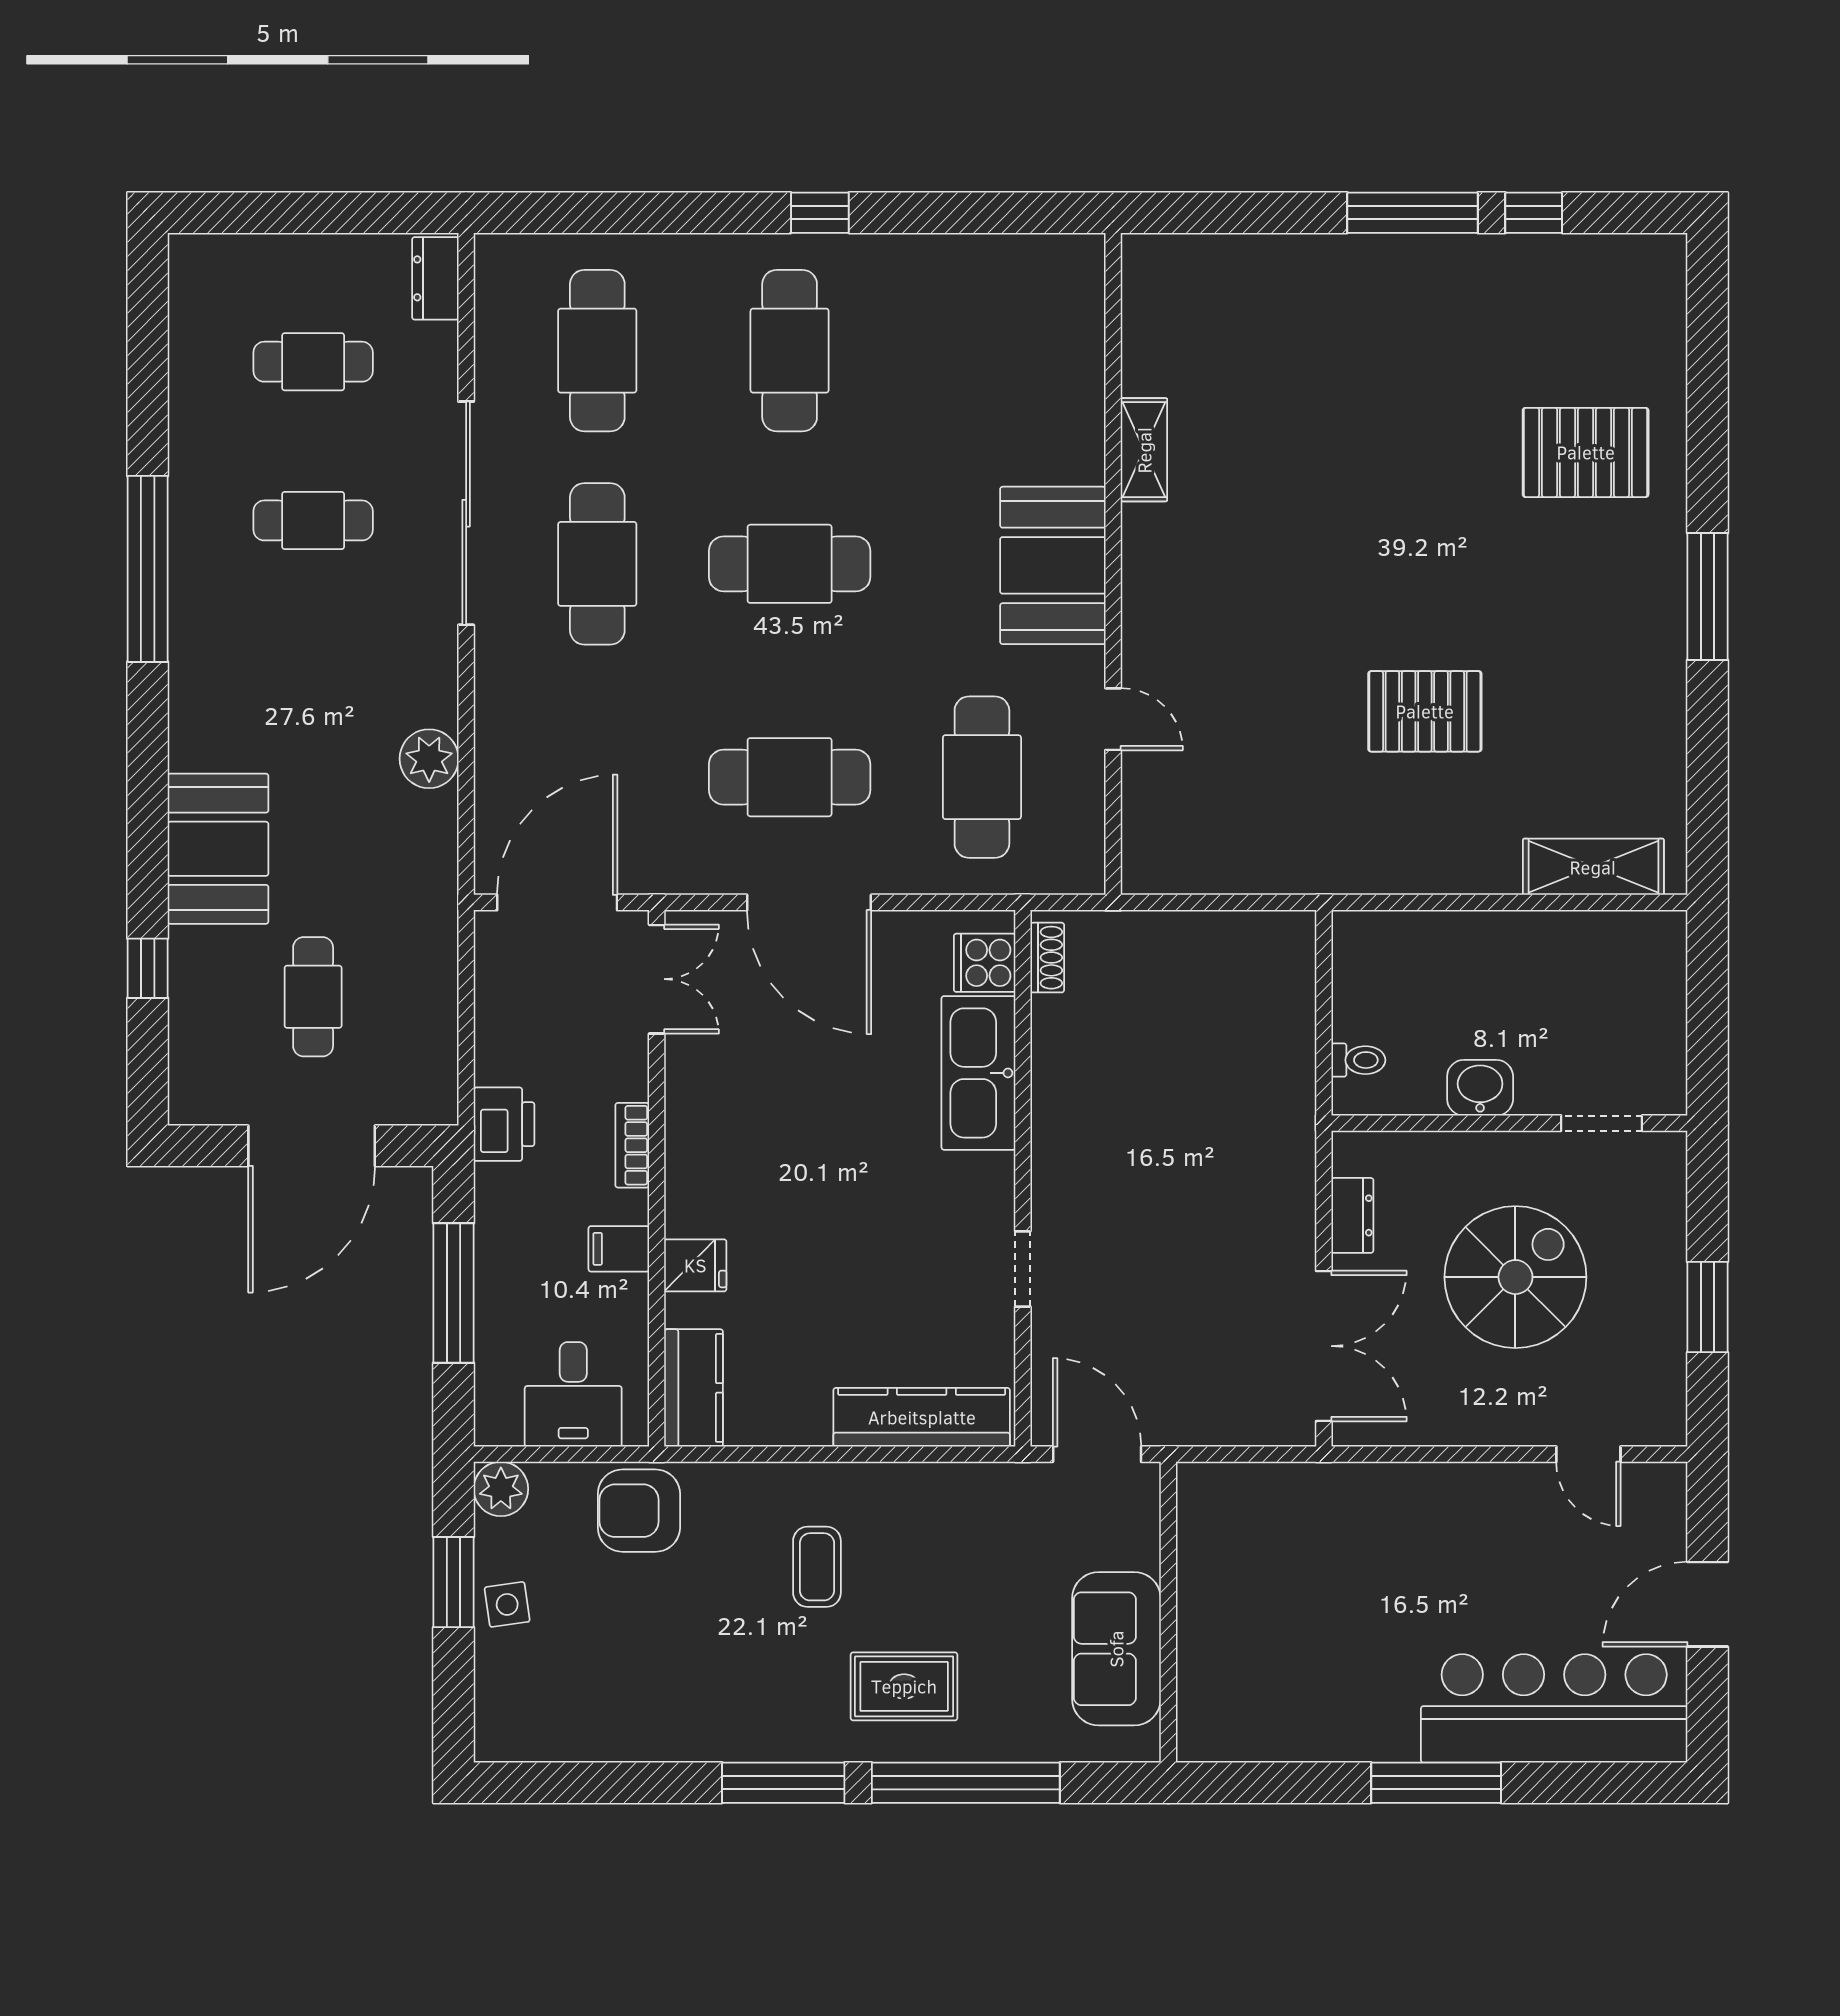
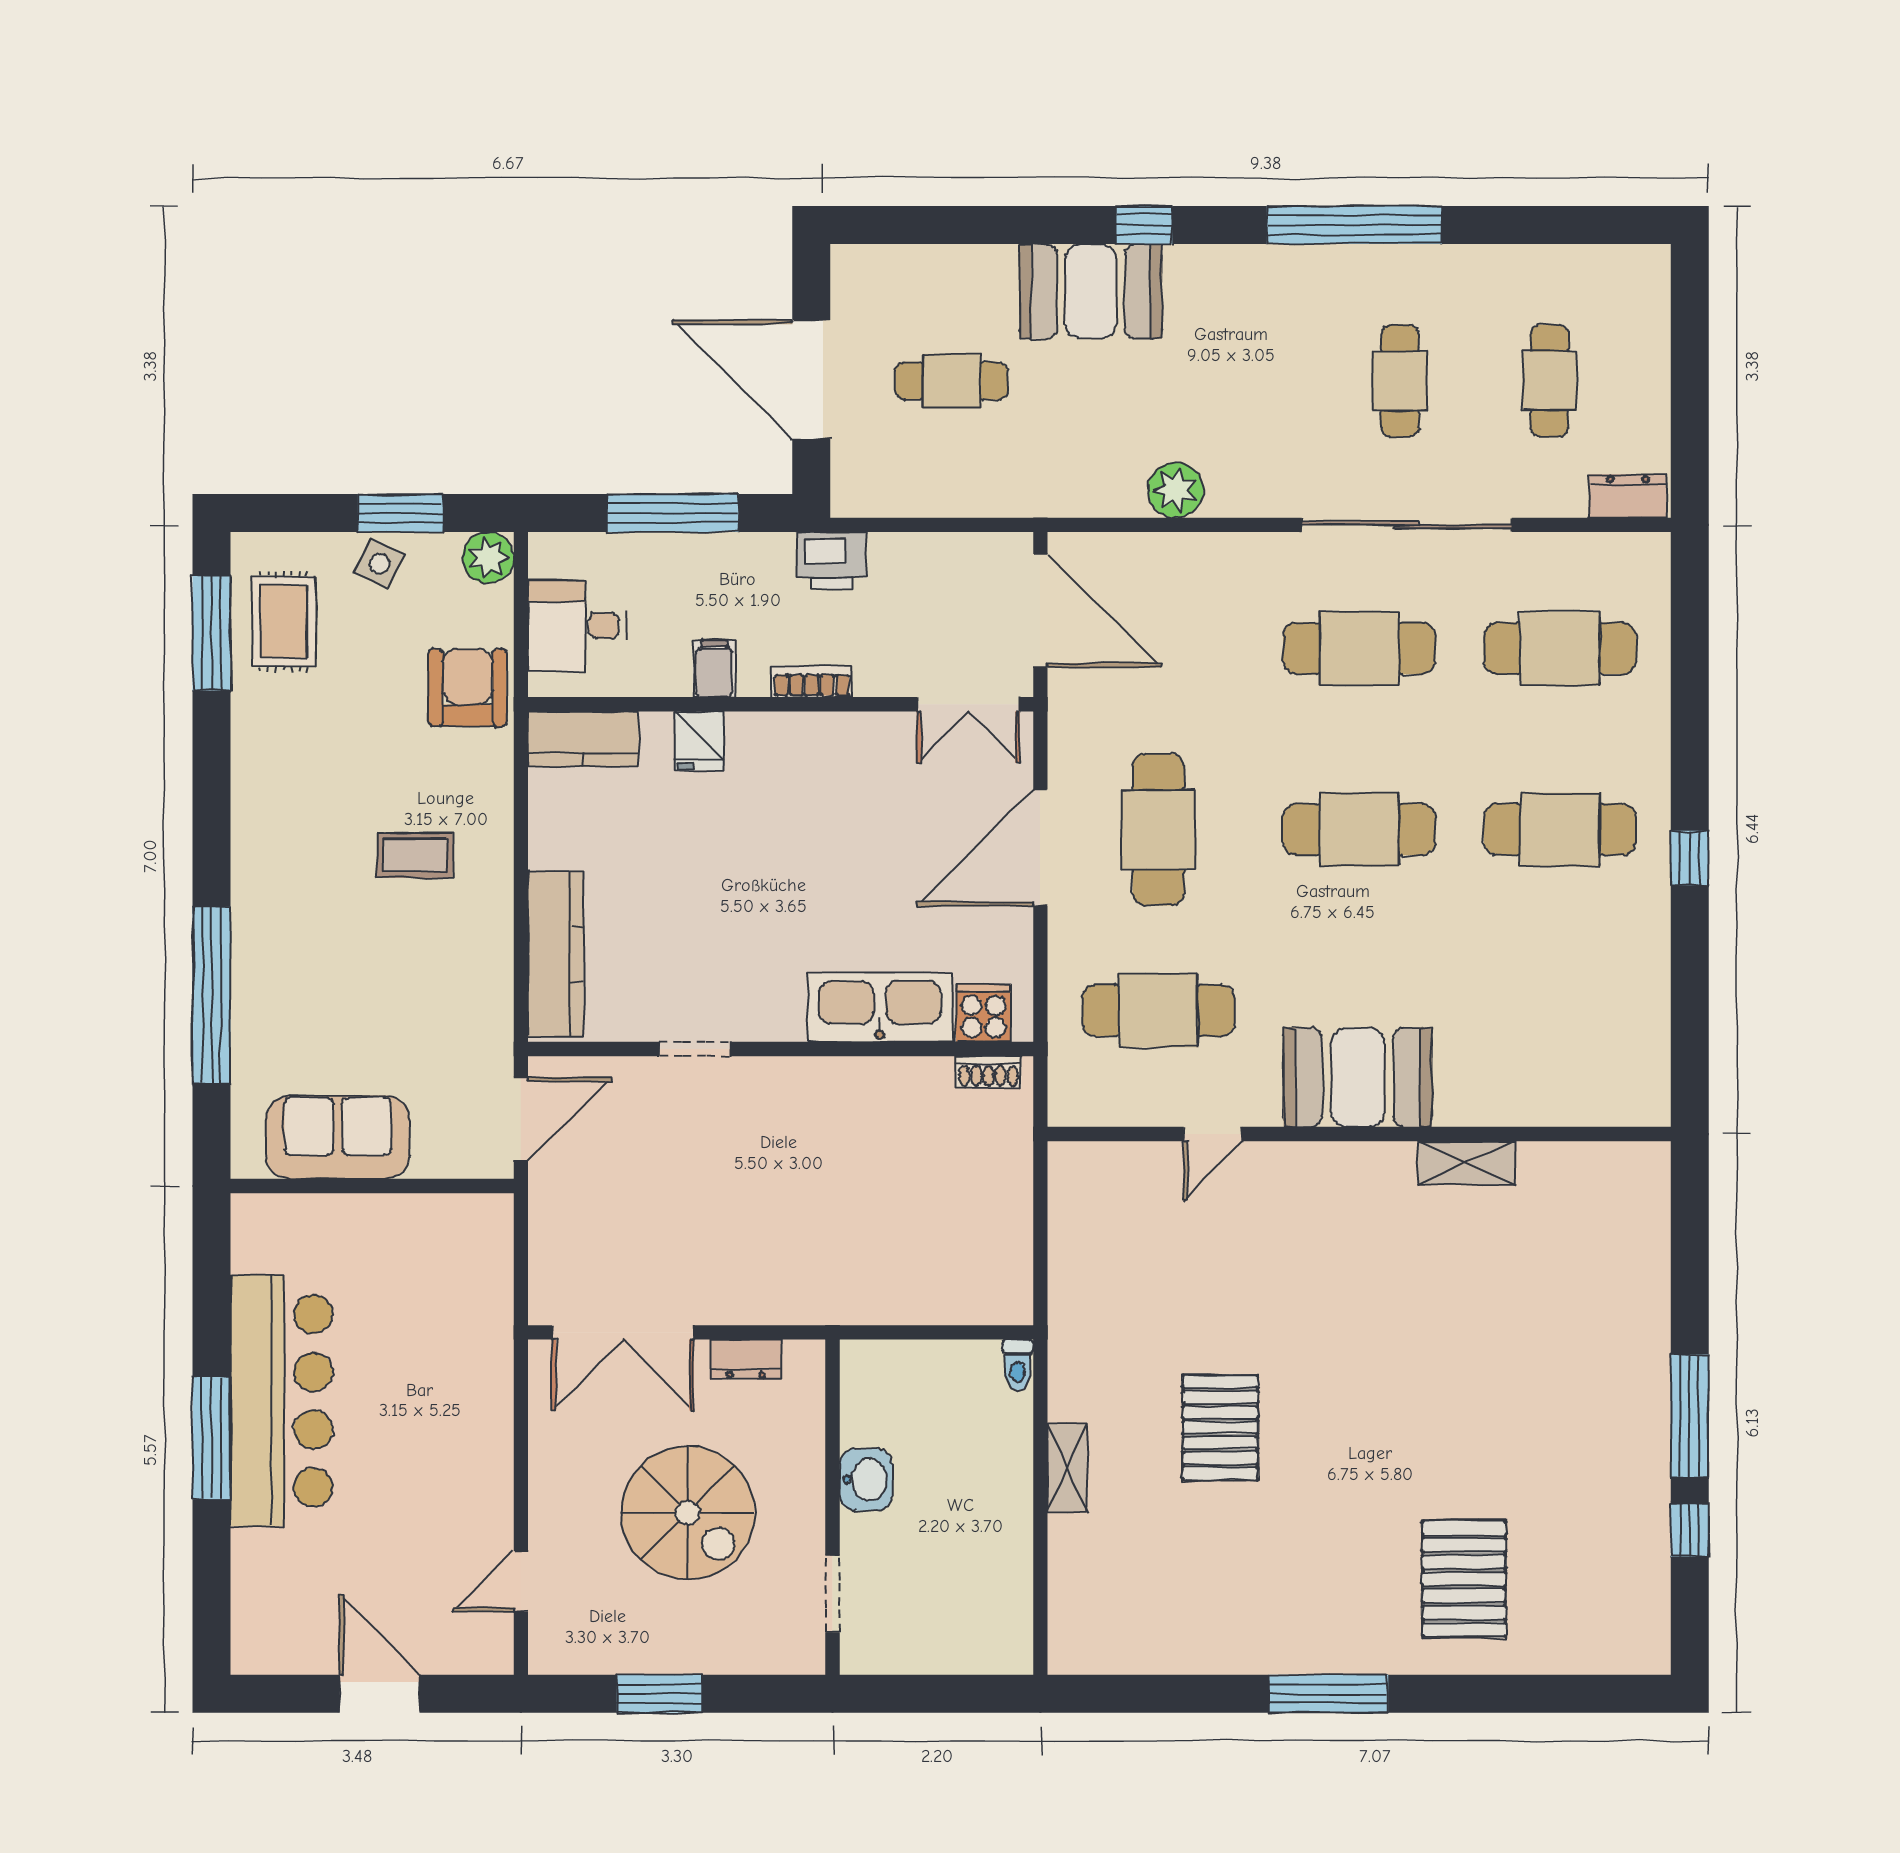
cafe table: (790, 564) -> (1359, 829), turned 90
shelving: (1593, 867) -> (1067, 1468), moved, width x0.67, depth x0.75
window: (148, 968) -> (1144, 225), moved
toilet: (1358, 1060) -> (1018, 1365), moved
side table: (507, 1604) -> (379, 564), turned 34
rug: (904, 1686) -> (284, 621), moved
bar counter: (1554, 1708) -> (282, 1401), moved
window: (783, 1783) -> (212, 633), moved

